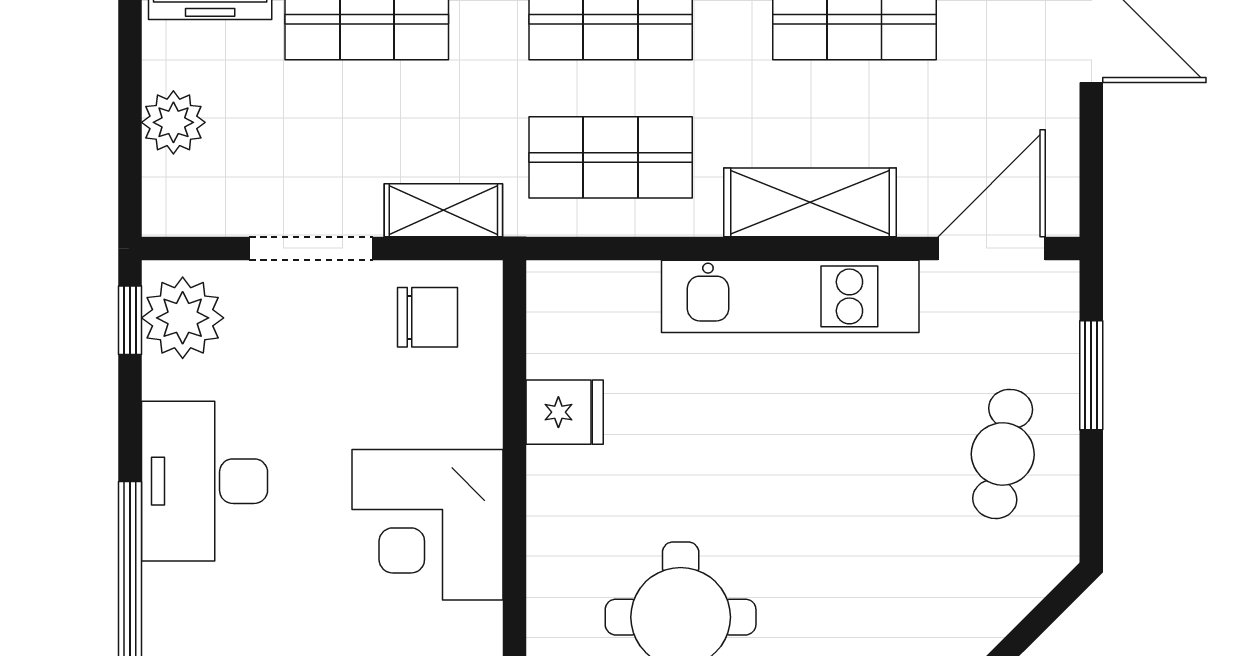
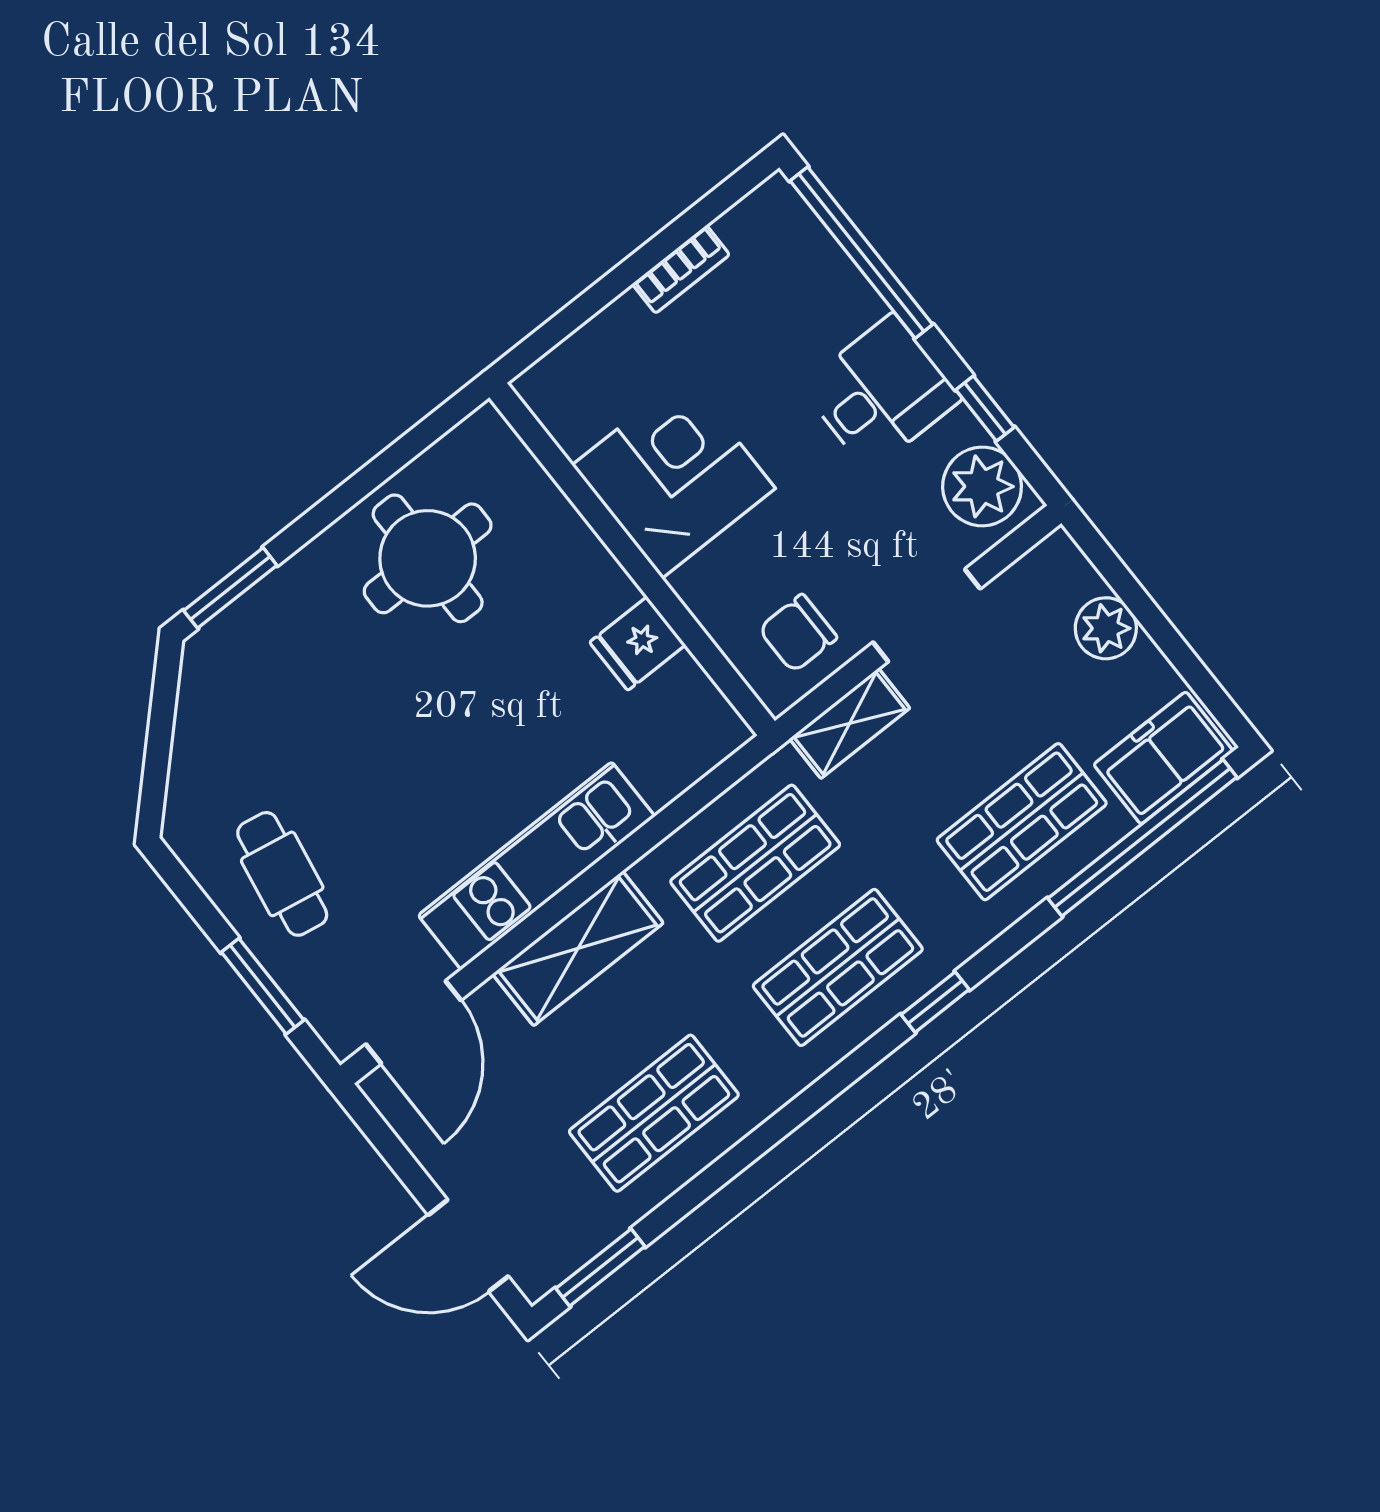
window: (130, 320) -> (985, 409), moved
desk: (205, 481) -> (881, 393), width x0.73

